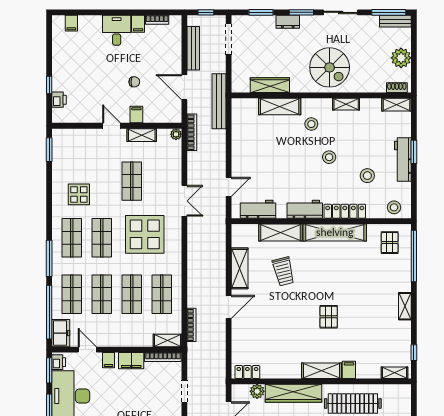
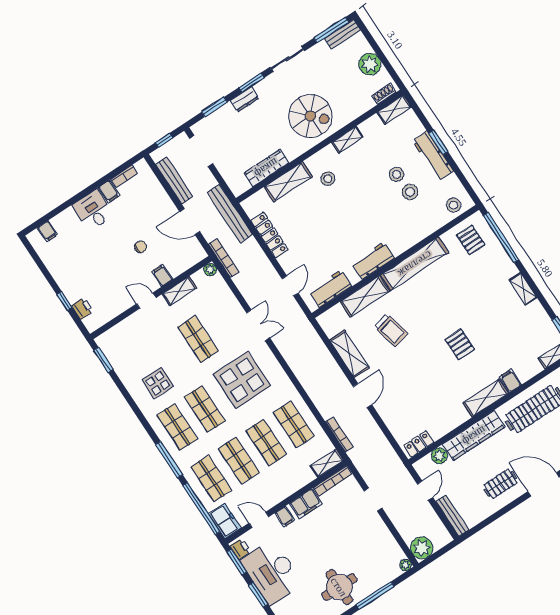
stool: (329, 157) -> (397, 174), moved
locker: (345, 211) -> (269, 235), moved, turned 90

